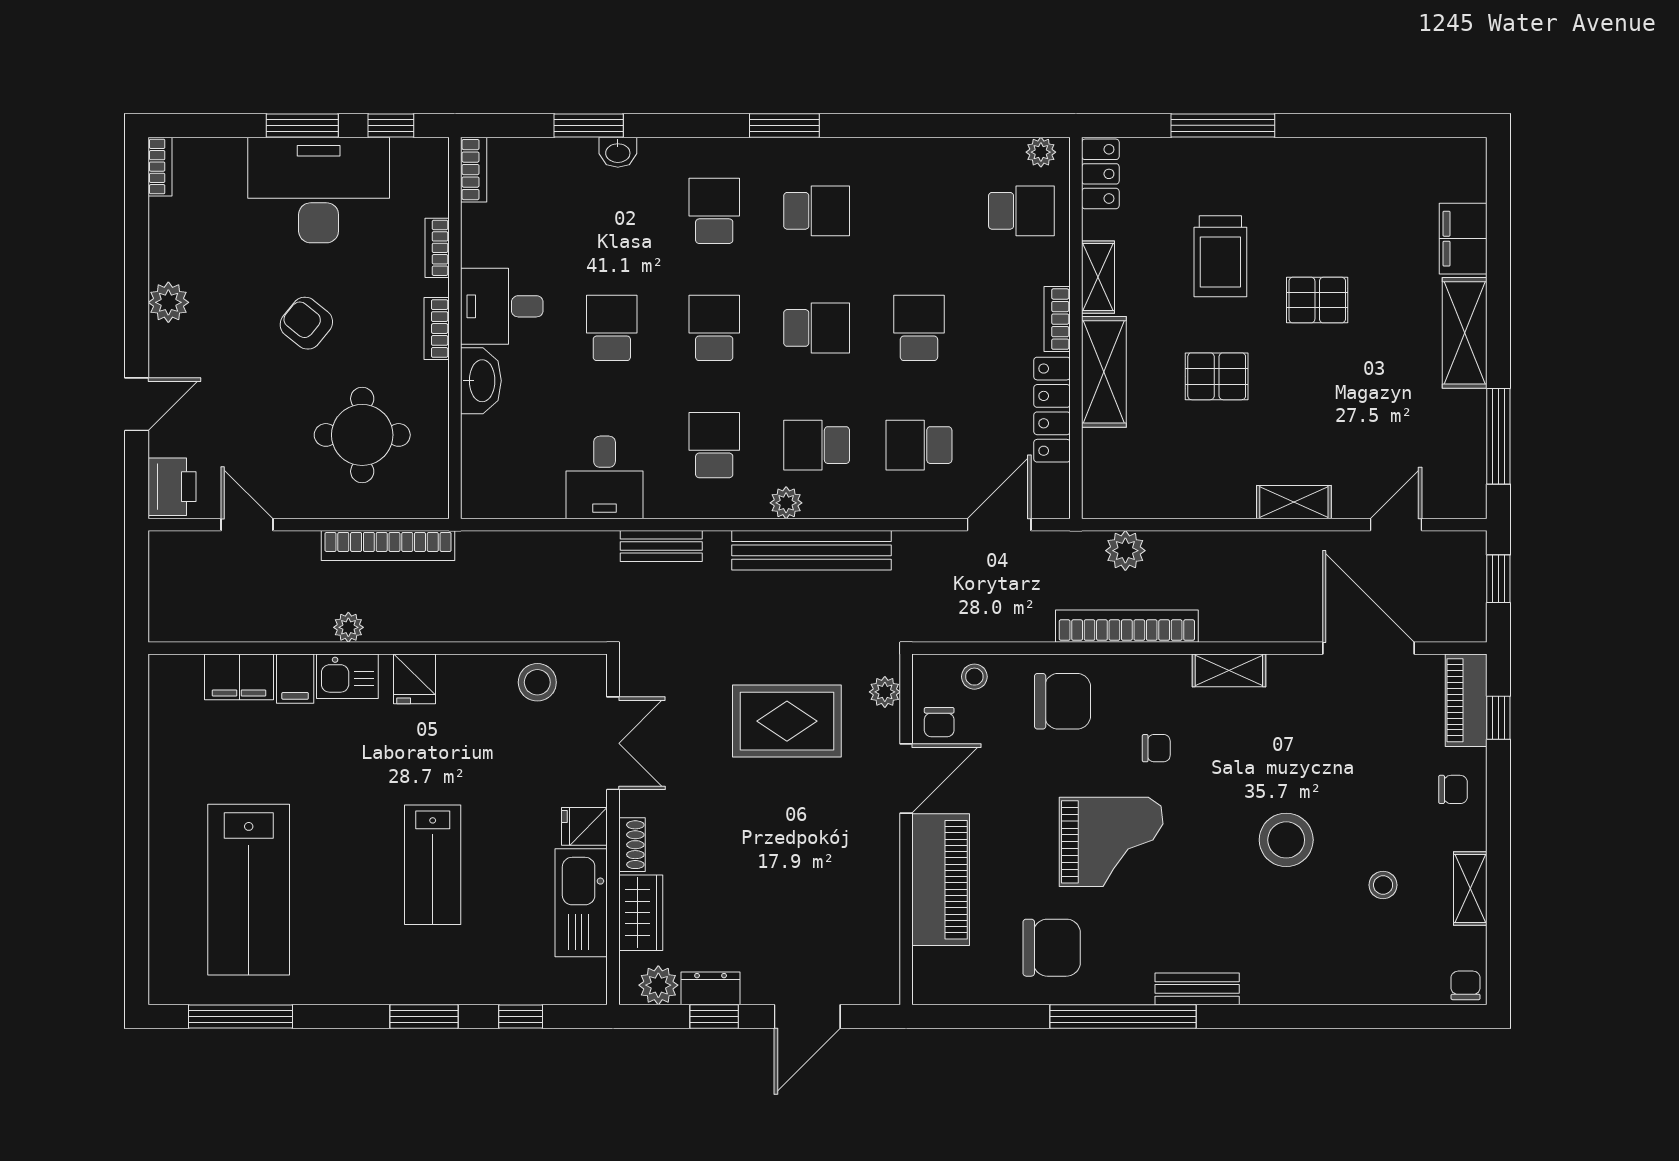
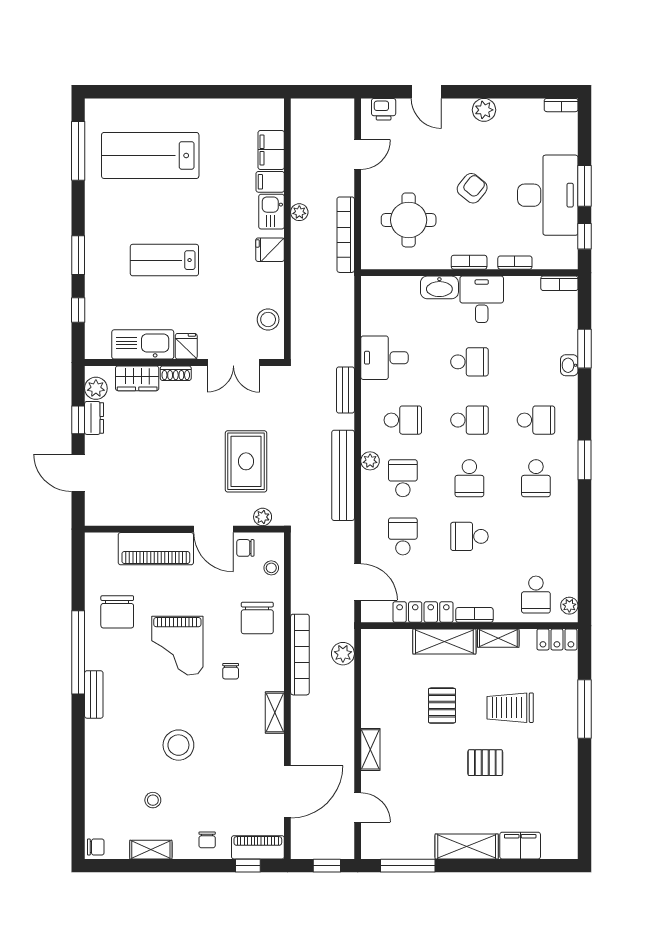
pallet: (1317, 300) -> (485, 763), turned 90
school desk: (919, 328) -> (469, 536), turned 180
printer: (172, 487) -> (384, 109), width x0.73, depth x0.81

